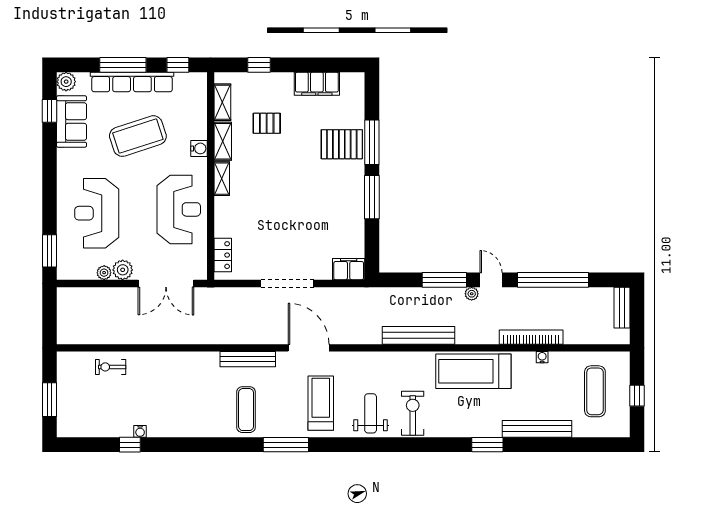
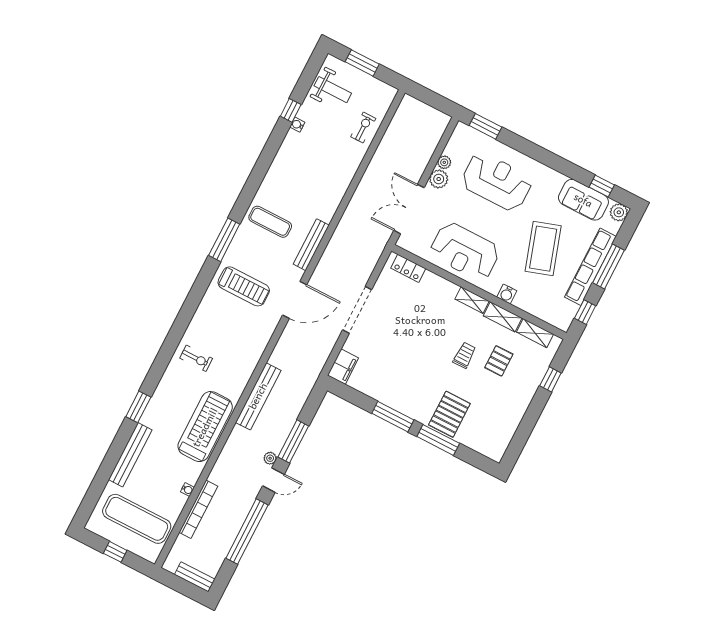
filing cabinet: (317, 84) -> (510, 419), removed
trolley: (278, 159) -> (464, 355), added
bookcase: (531, 337) -> (198, 509), moved
exercise mat: (595, 391) -> (137, 519), width x1.36, depth x1.45
weight bench: (371, 413) -> (333, 90), moved
exercise bike: (413, 413) -> (196, 358), width x0.73, depth x0.72

